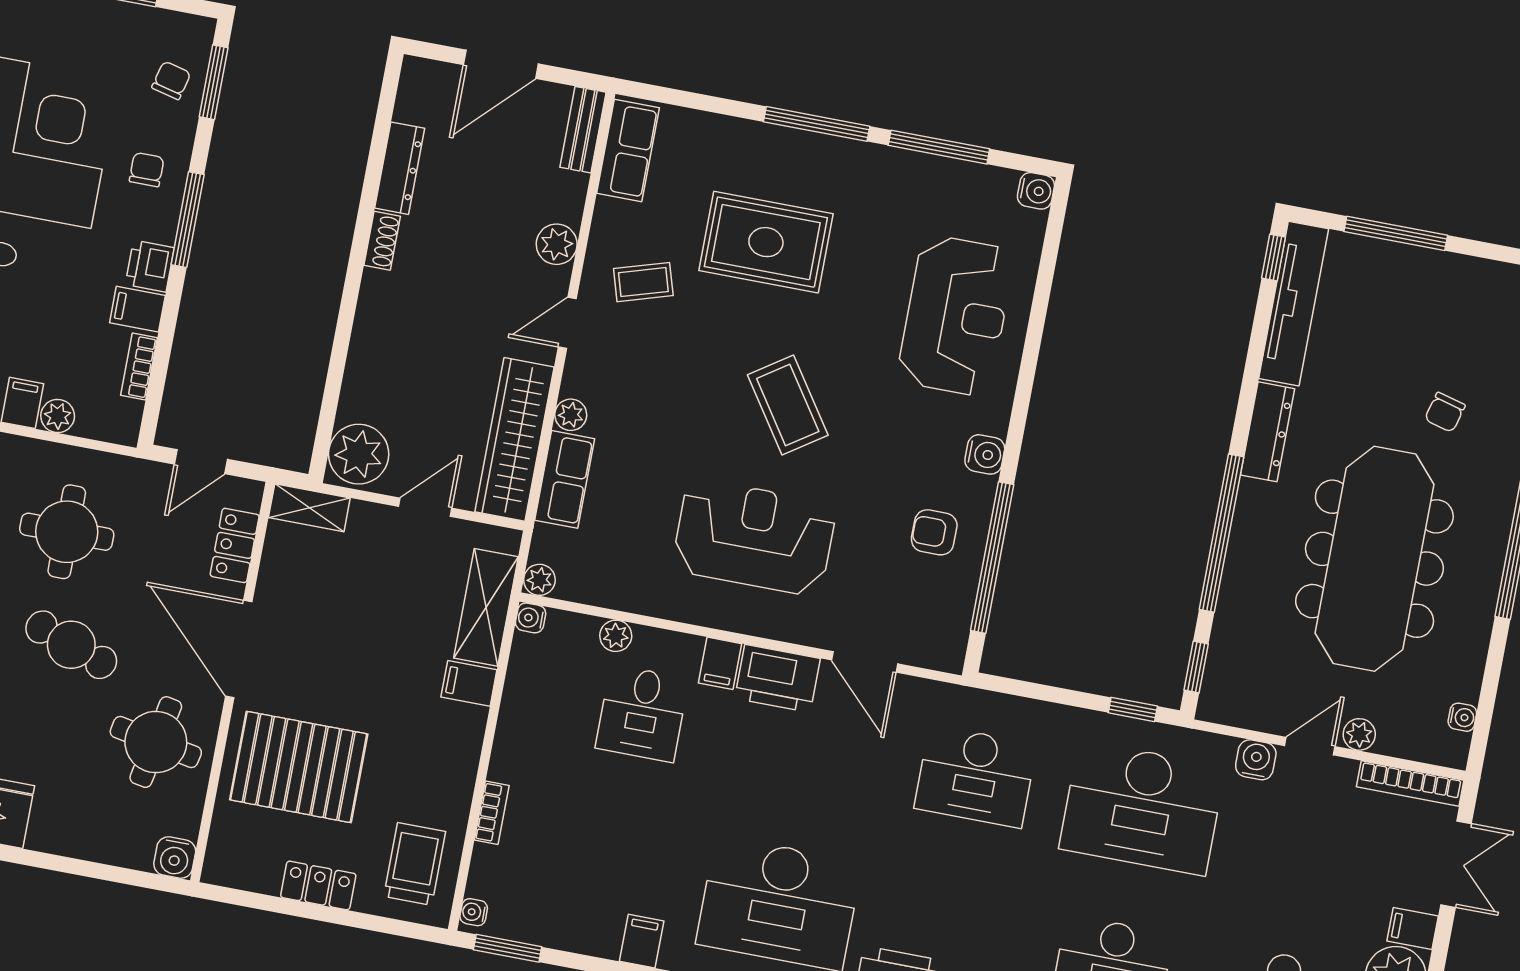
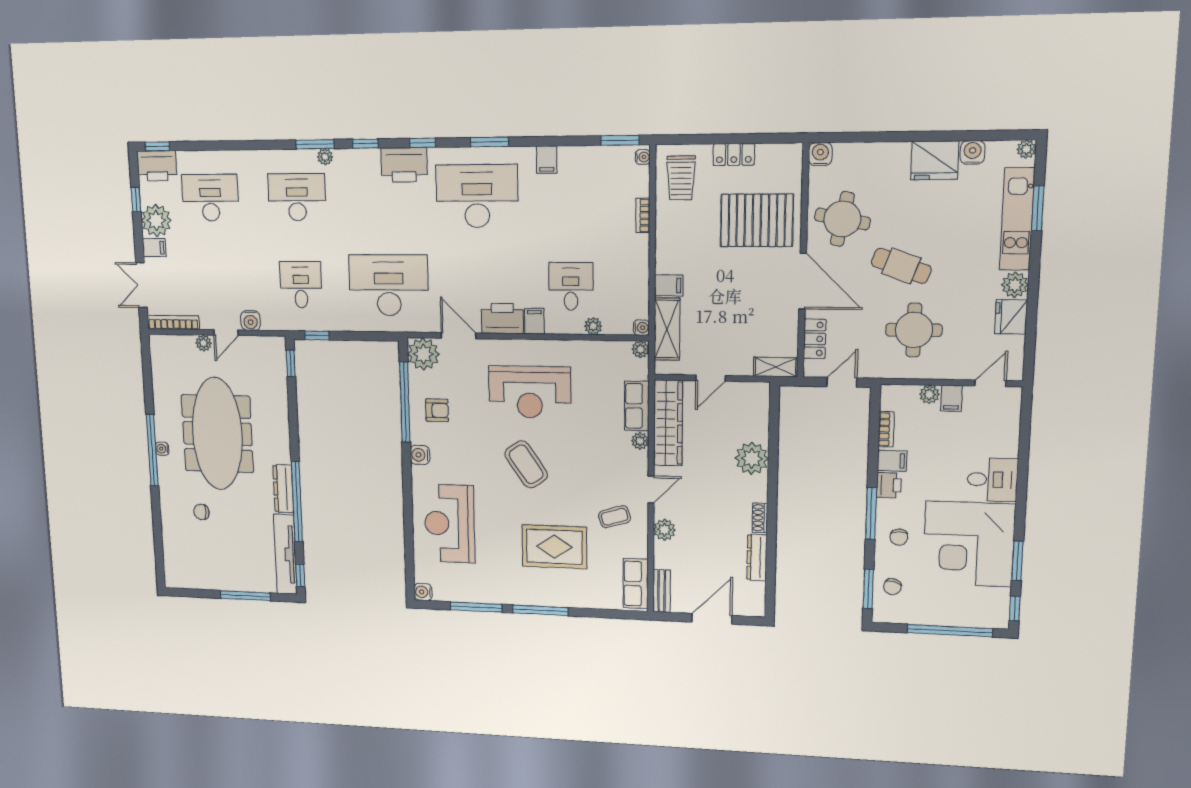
chair: (1445, 412) -> (201, 512), turned -105
plant: (359, 454) -> (752, 458), moved
window: (1221, 533) -> (297, 502), moved
plant: (938, 640) -> (423, 354), added
water cooler: (1462, 717) -> (162, 449), moved
desk: (976, 776) -> (389, 285), width x1.36, depth x1.30
desk: (1142, 808) -> (301, 285), width x0.53, depth x0.77

